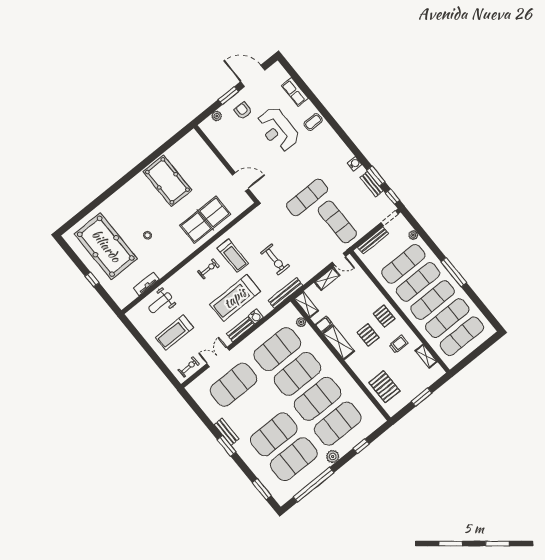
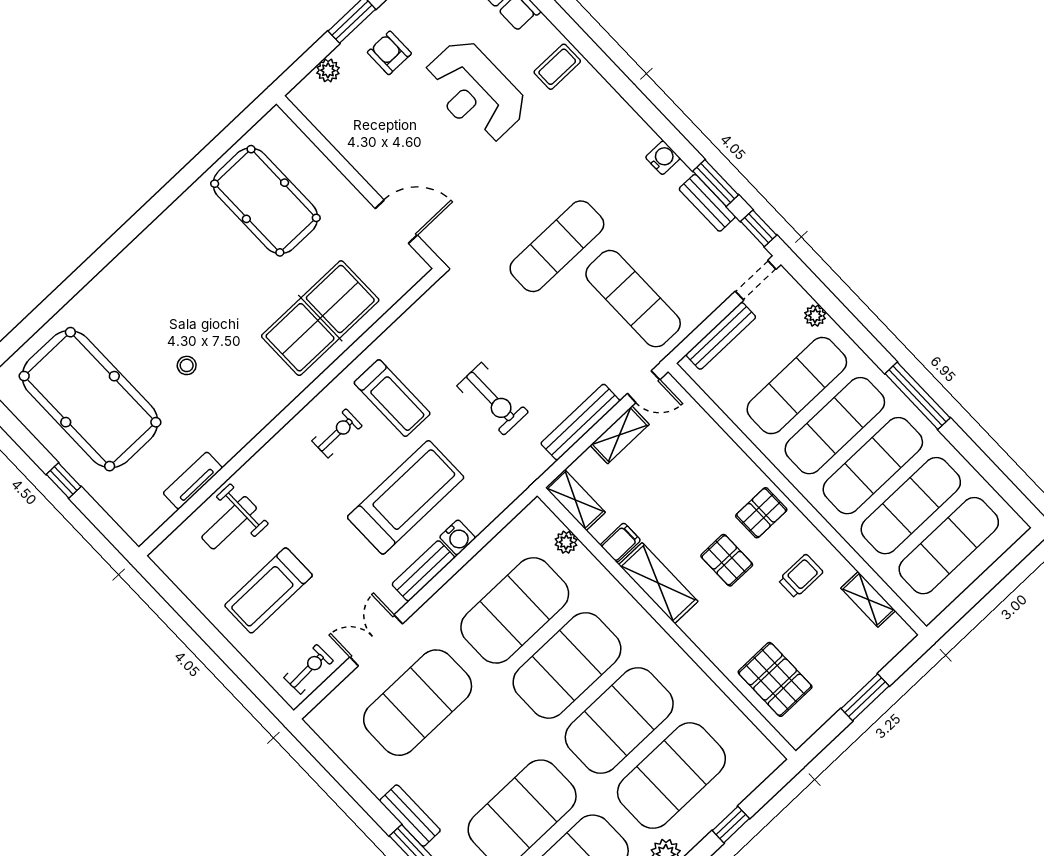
pool table: (167, 181) -> (265, 201), moved
bench: (285, 293) -> (580, 422), moved
treadmill: (235, 298) -> (406, 497), turned 180
pallet: (384, 316) -> (761, 513), turned 90

